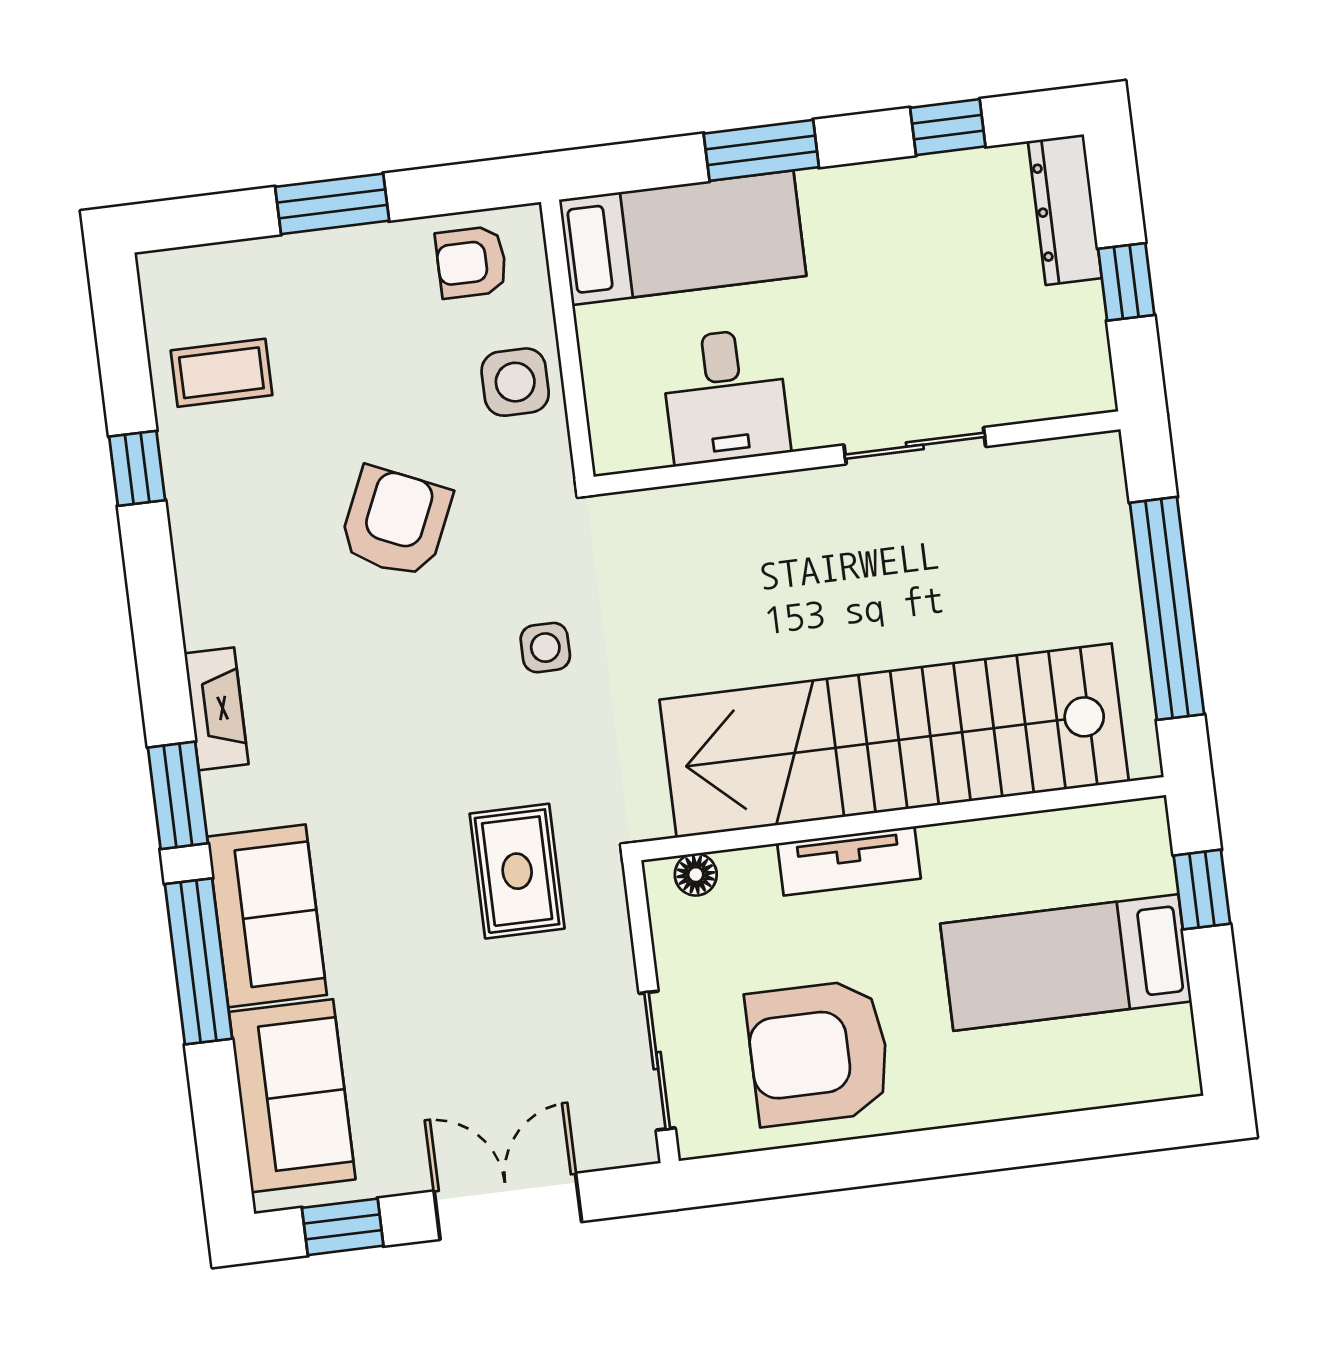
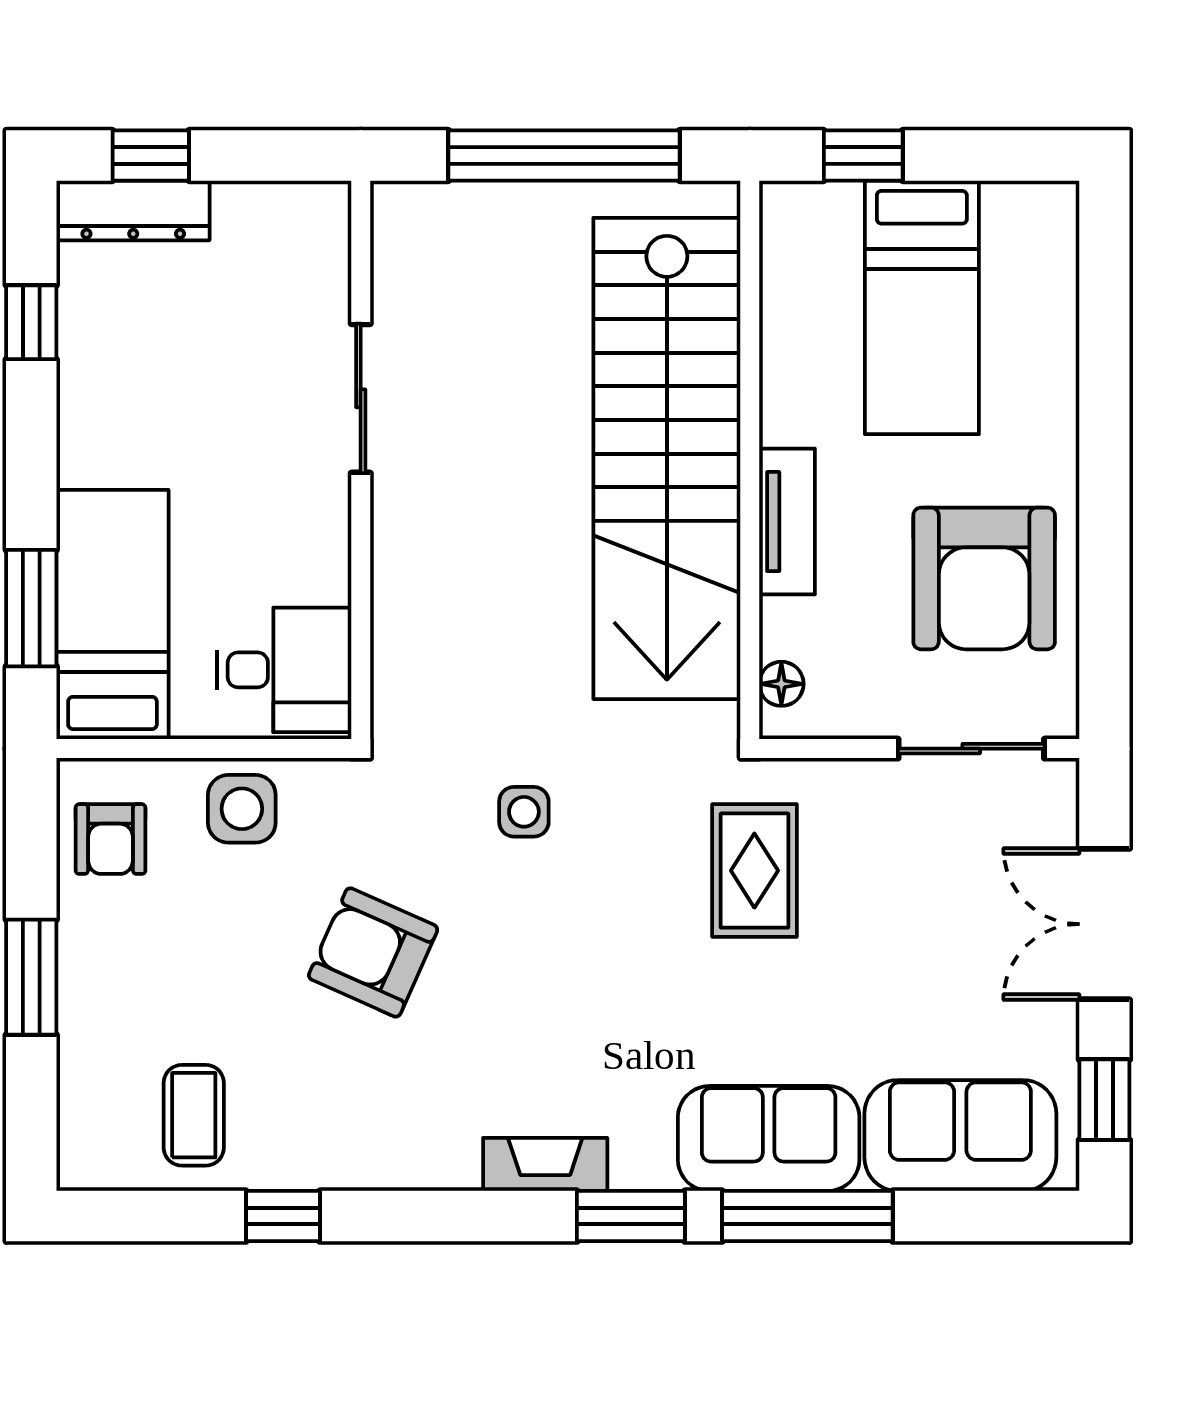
window: (761, 150) -> (31, 608), moved
window: (1126, 282) -> (151, 156), moved
desk: (725, 396) -> (284, 670), moved
rug: (517, 871) -> (754, 871), turned 90

